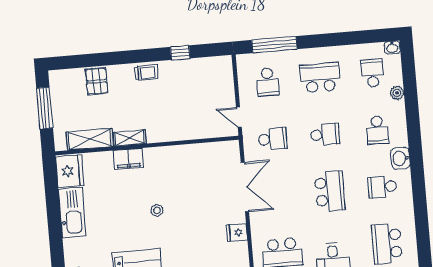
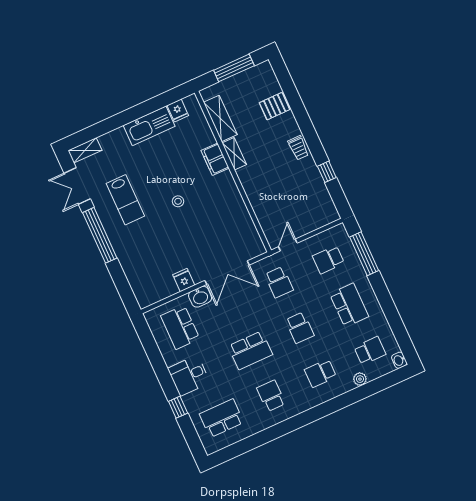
washbasin: (400, 158) -> (200, 297), moved, turned 180
fridge: (70, 171) -> (178, 111), width x0.53, depth x0.75

